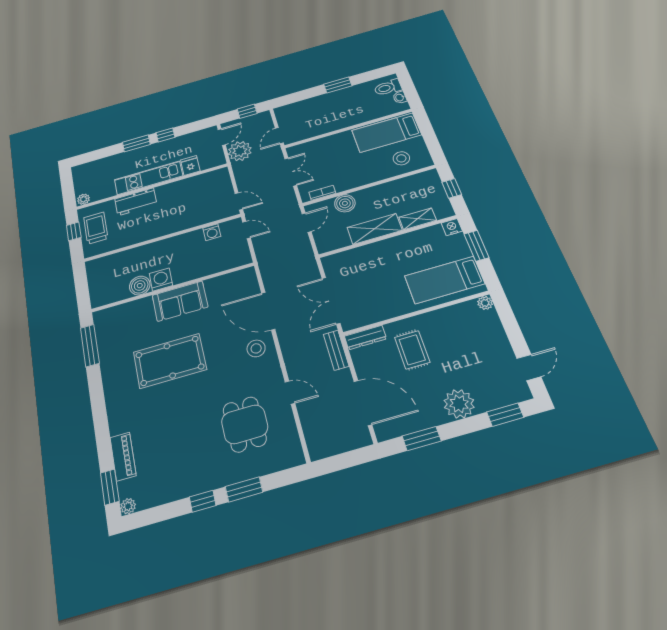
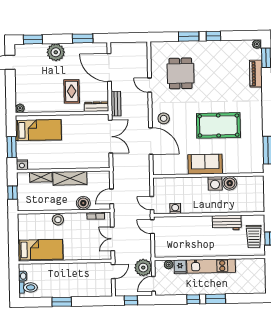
stool: (401, 158) -> (58, 220), moved
plant: (83, 199) -> (169, 265), moved
workbench: (136, 202) -> (227, 223), moved, turned 180

